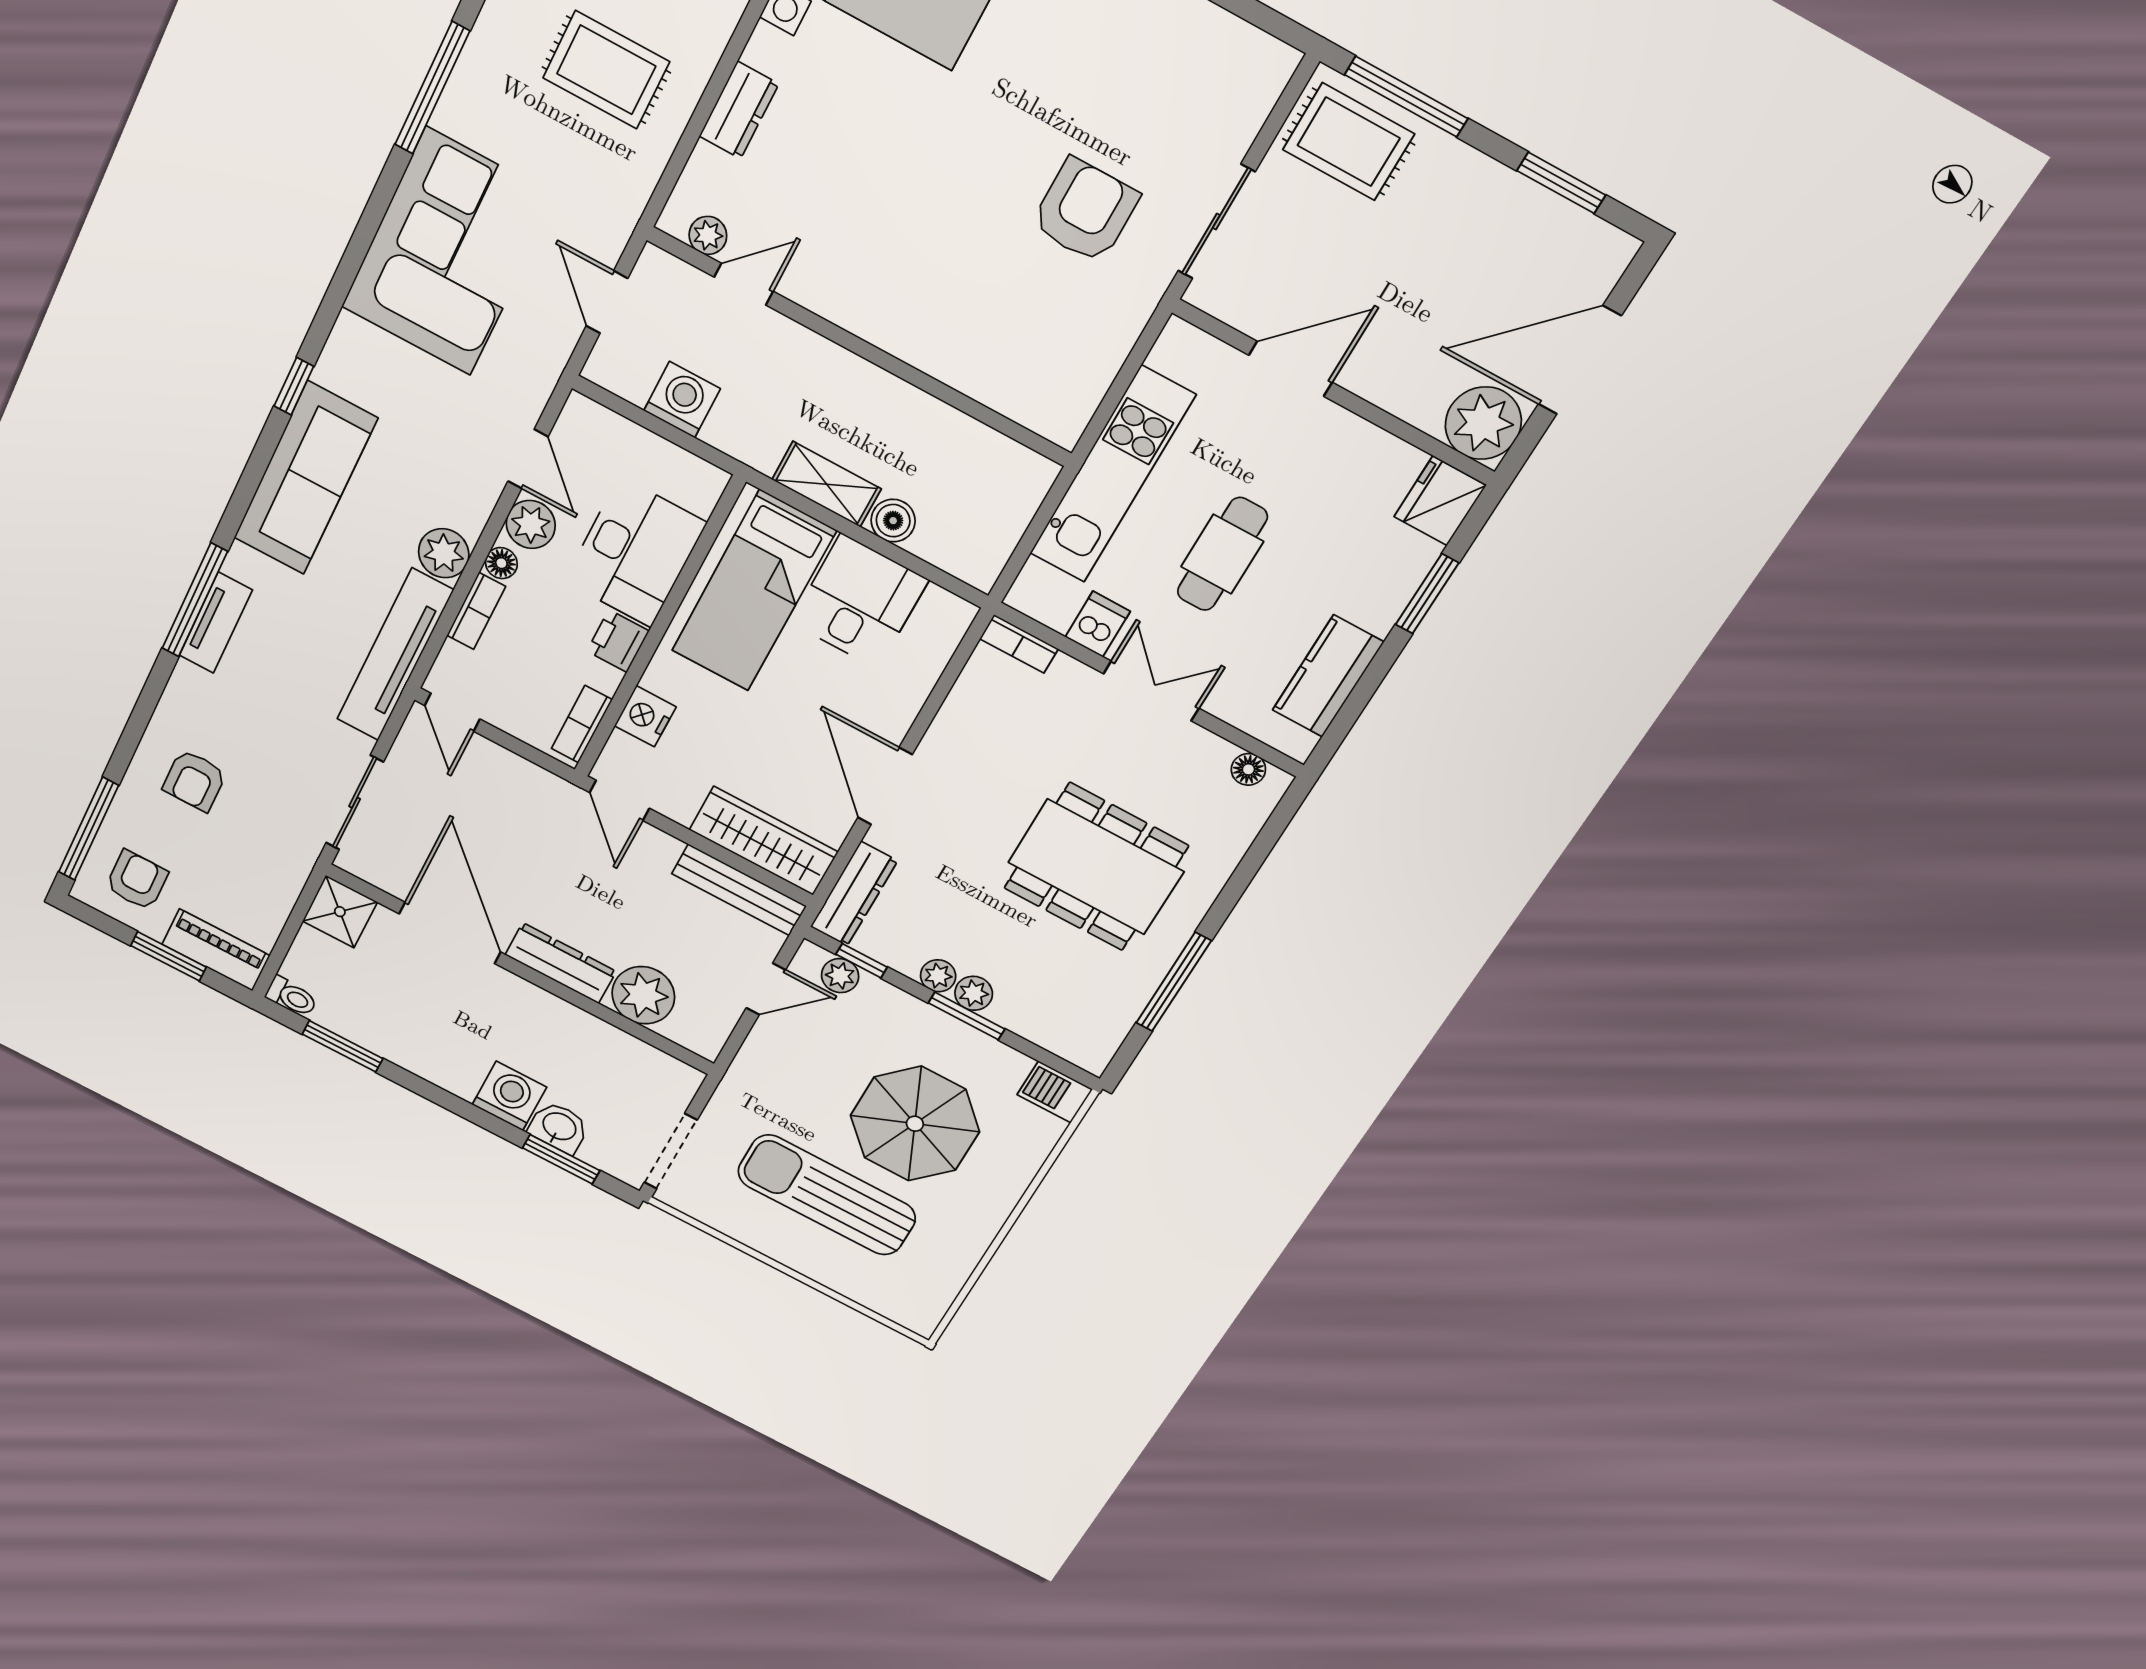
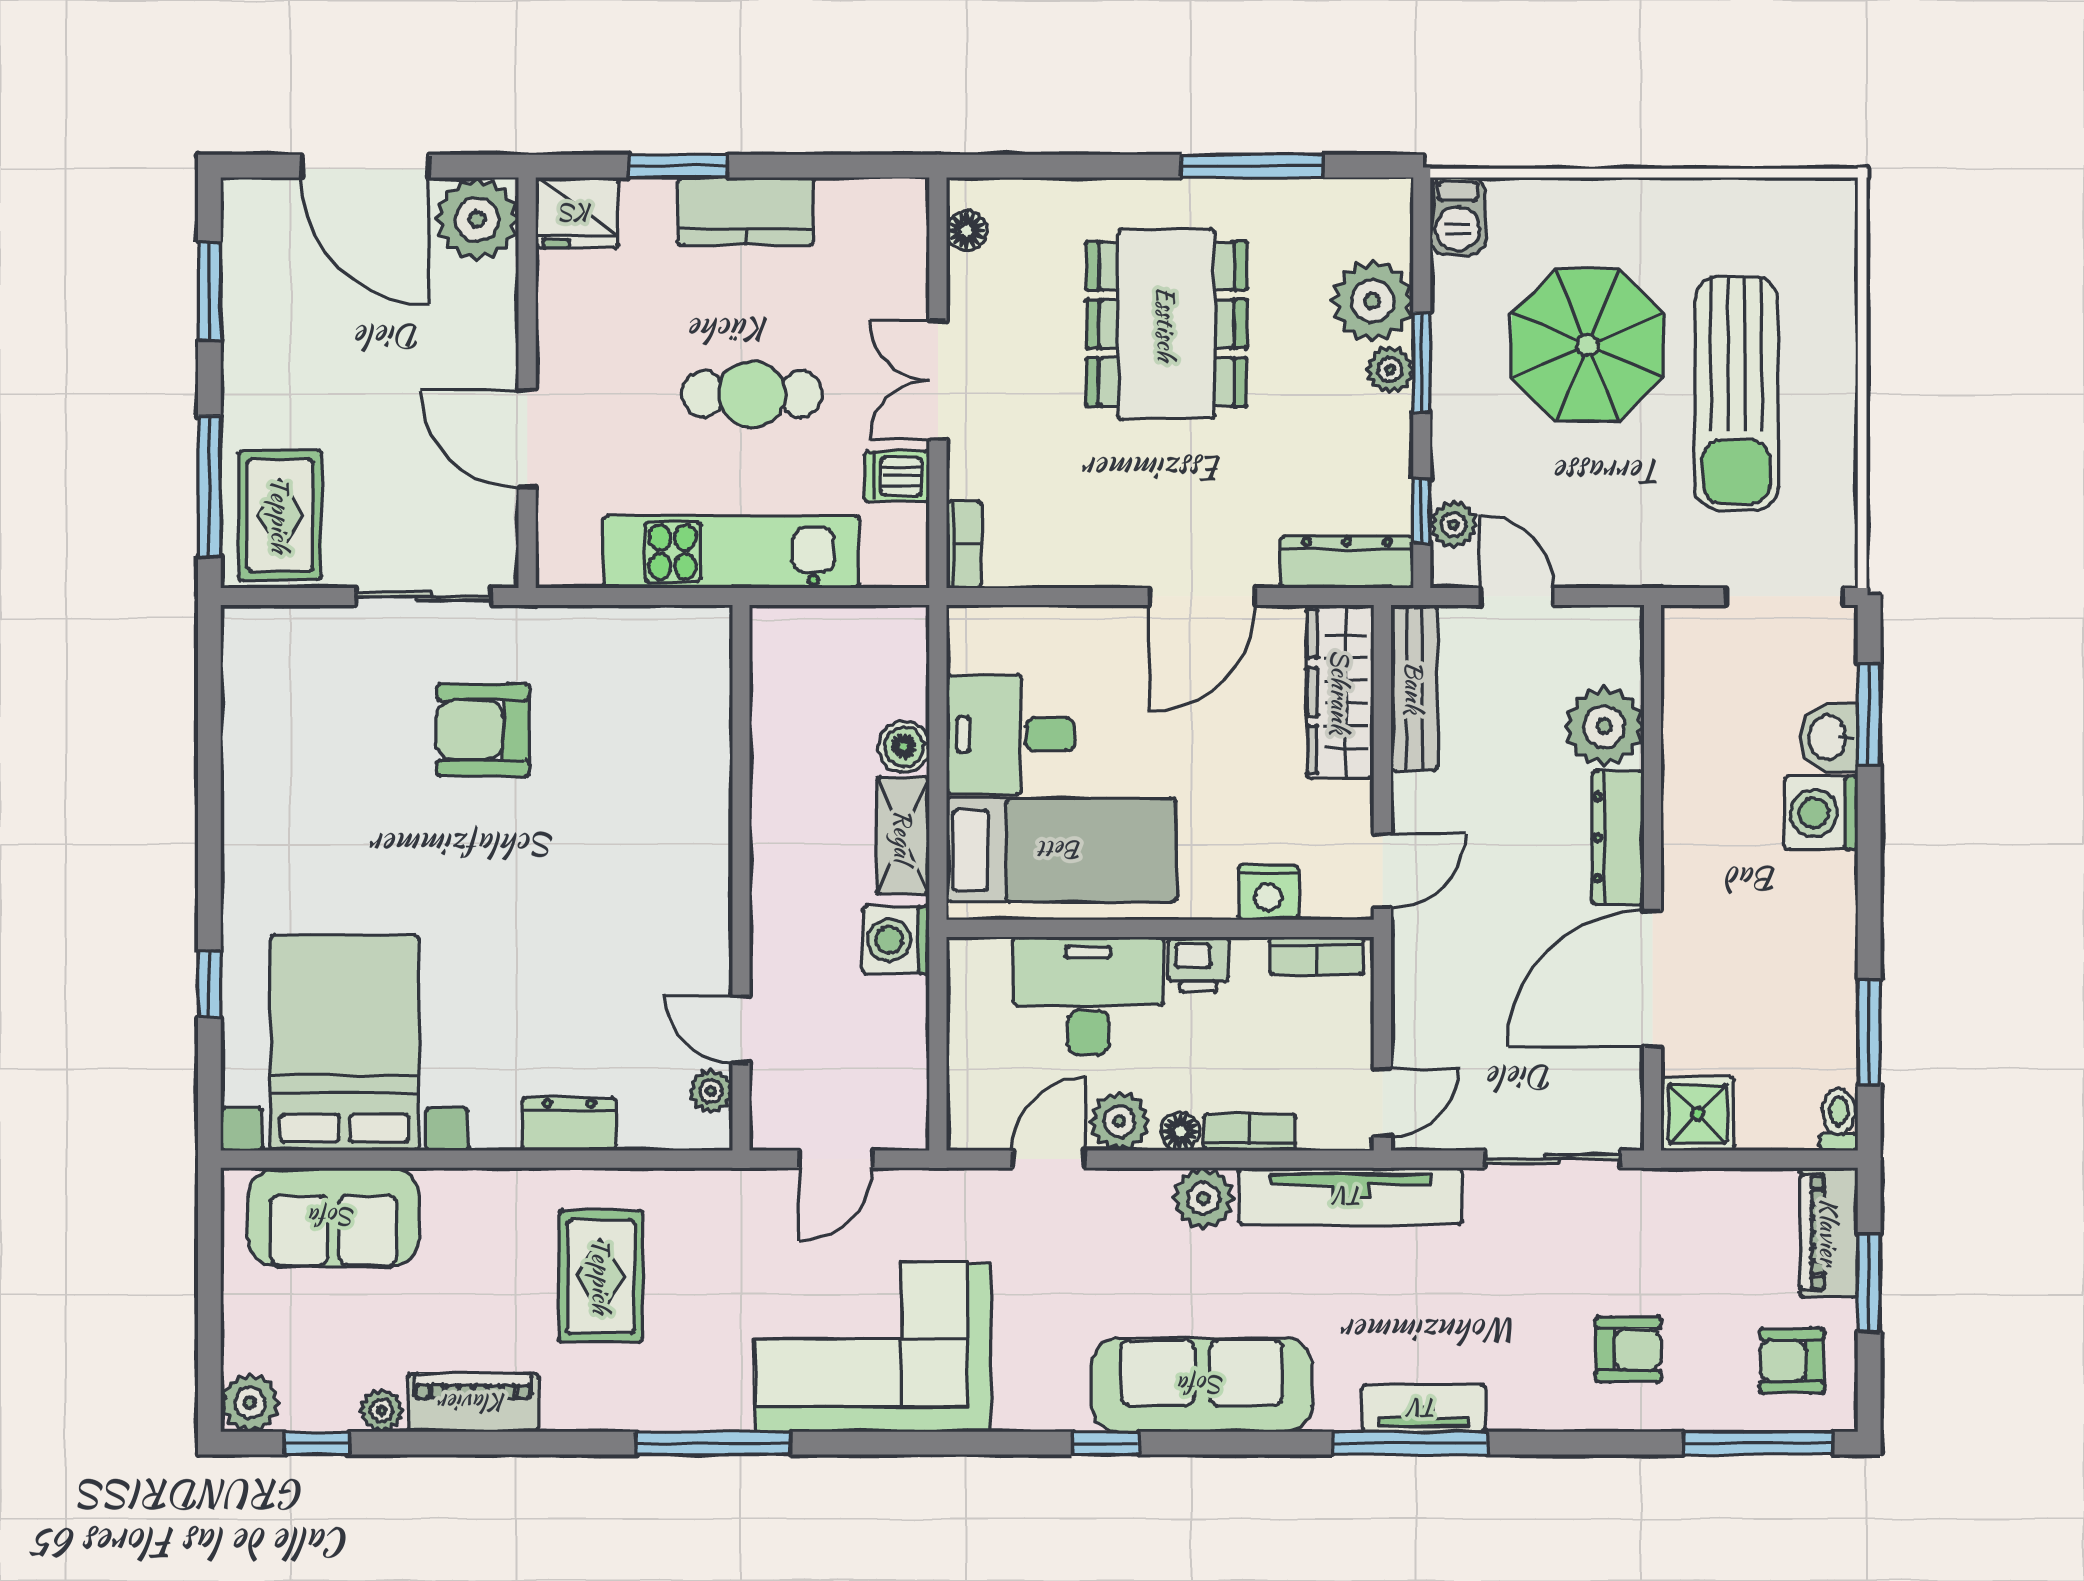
washing machine: (682, 400) -> (896, 940), moved
kitchen counter: (1328, 676) -> (746, 211), moved
plant: (938, 976) -> (1372, 301), moved, width x1.88, depth x1.88

